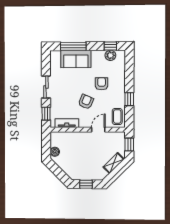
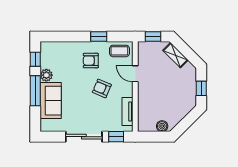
window: (73, 46) -> (35, 91), moved
plant: (110, 55) -> (46, 75), moved
armchair: (102, 84) -> (91, 61), moved
sliding door: (46, 87) -> (84, 137), width x1.37

